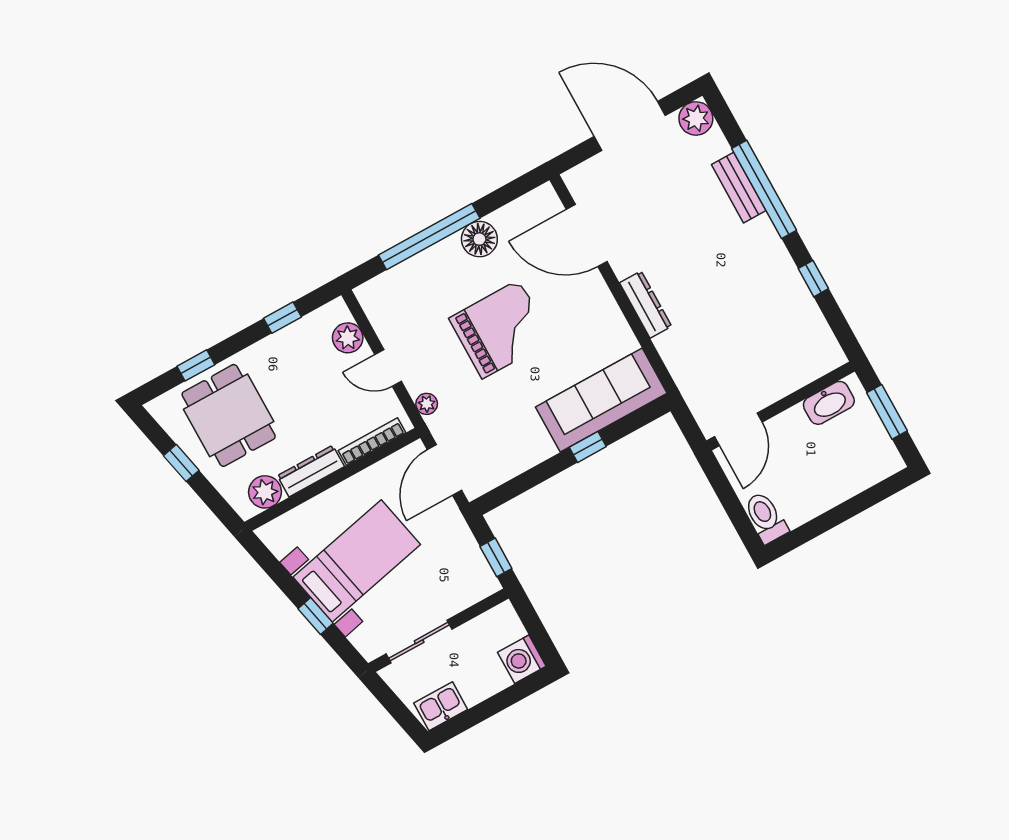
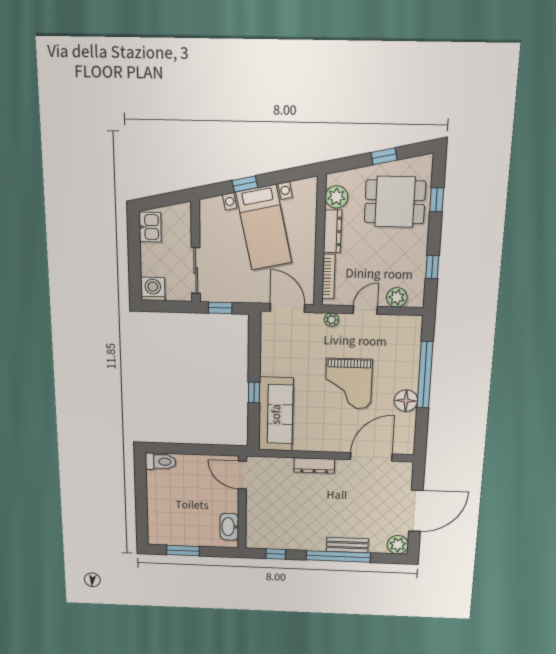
washbasin: (829, 403) -> (229, 527), moved
wall: (781, 406) -> (242, 503), moved
door: (738, 429) -> (242, 475), moved
sliding door: (419, 642) -> (196, 271), moved

